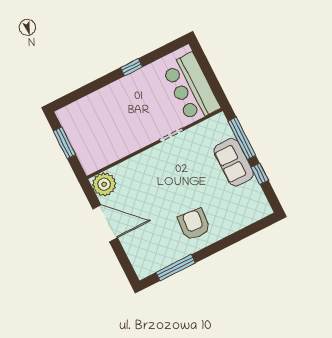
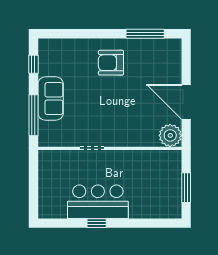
bar counter: (191, 88) -> (98, 202), moved, turned -90
window: (260, 174) -> (33, 64), moved
armchair: (194, 224) -> (111, 63), turned 85

